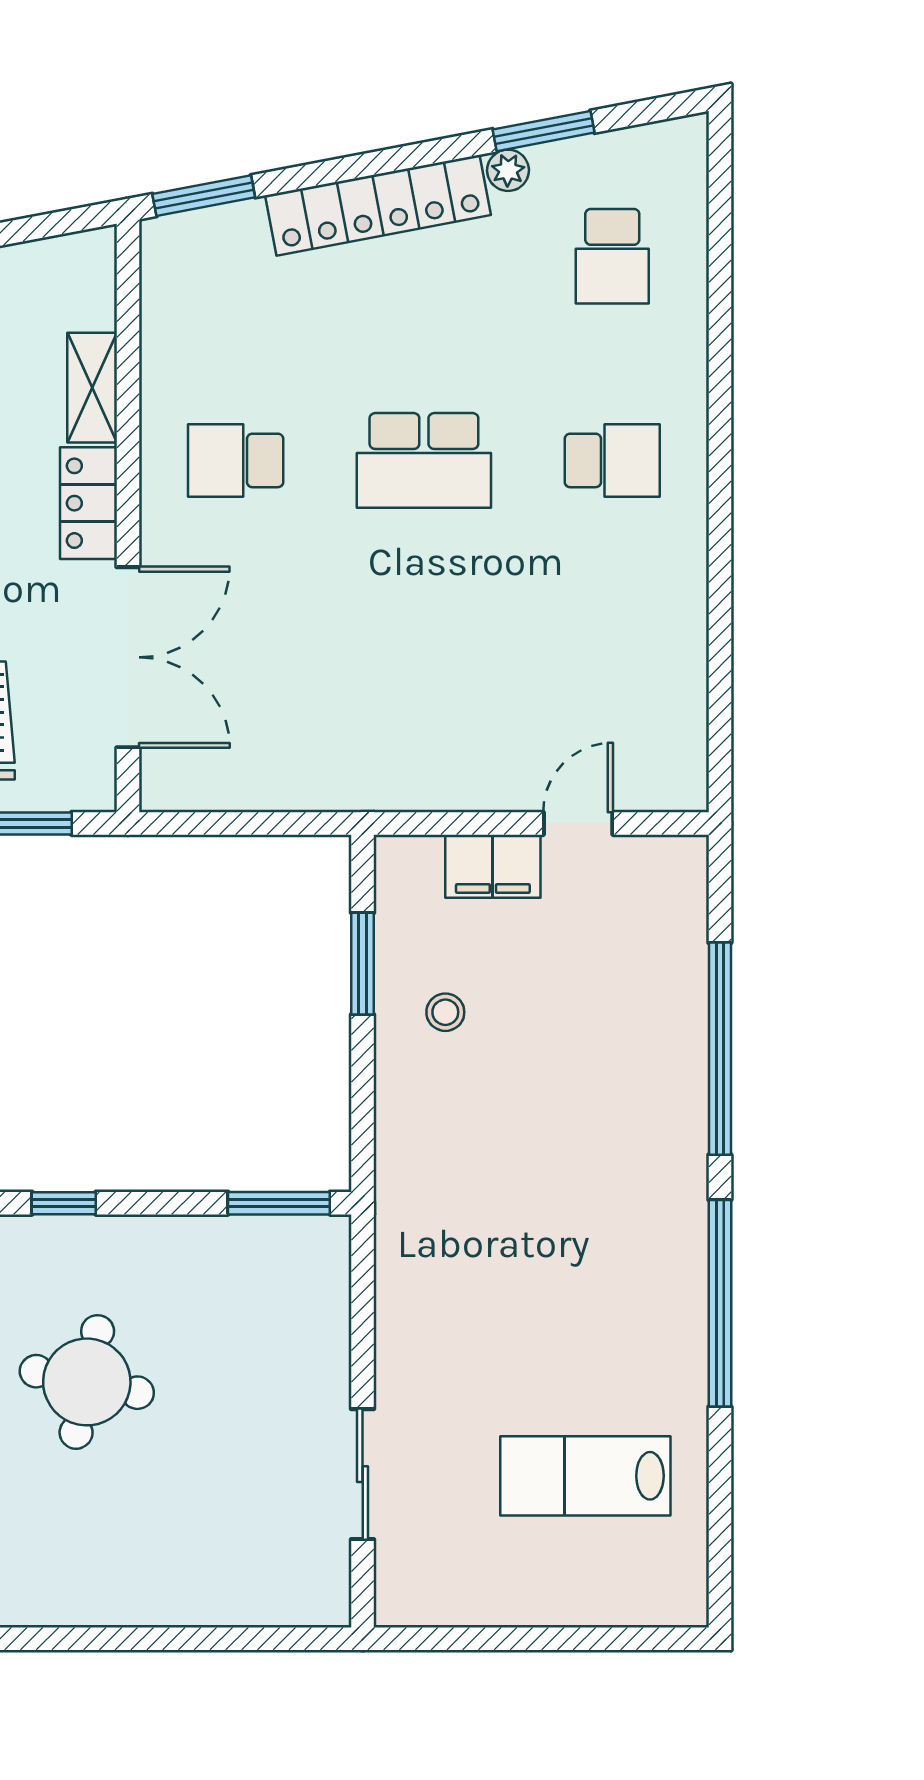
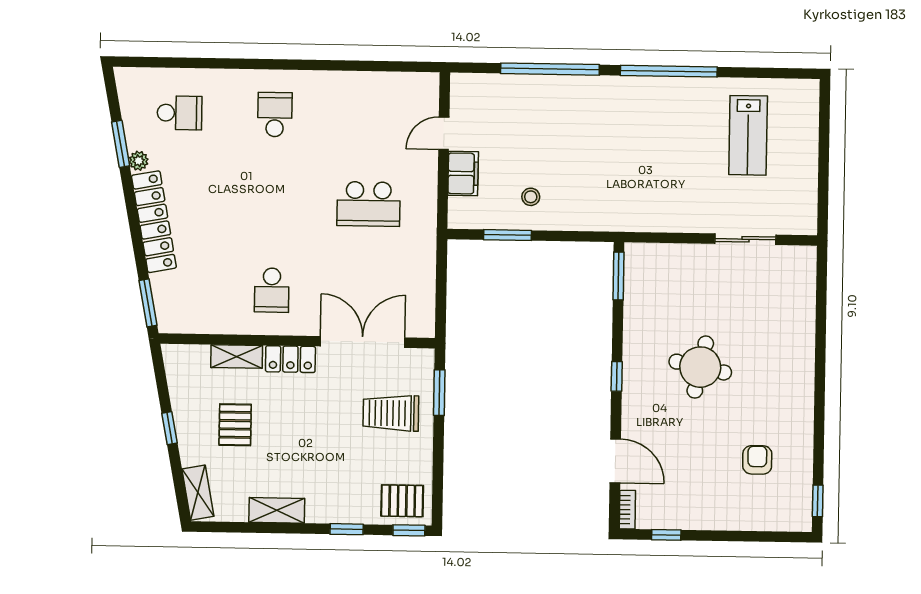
school desk: (424, 460) -> (368, 204), moved, turned 90
door: (578, 823) -> (444, 133), hinge flipped

